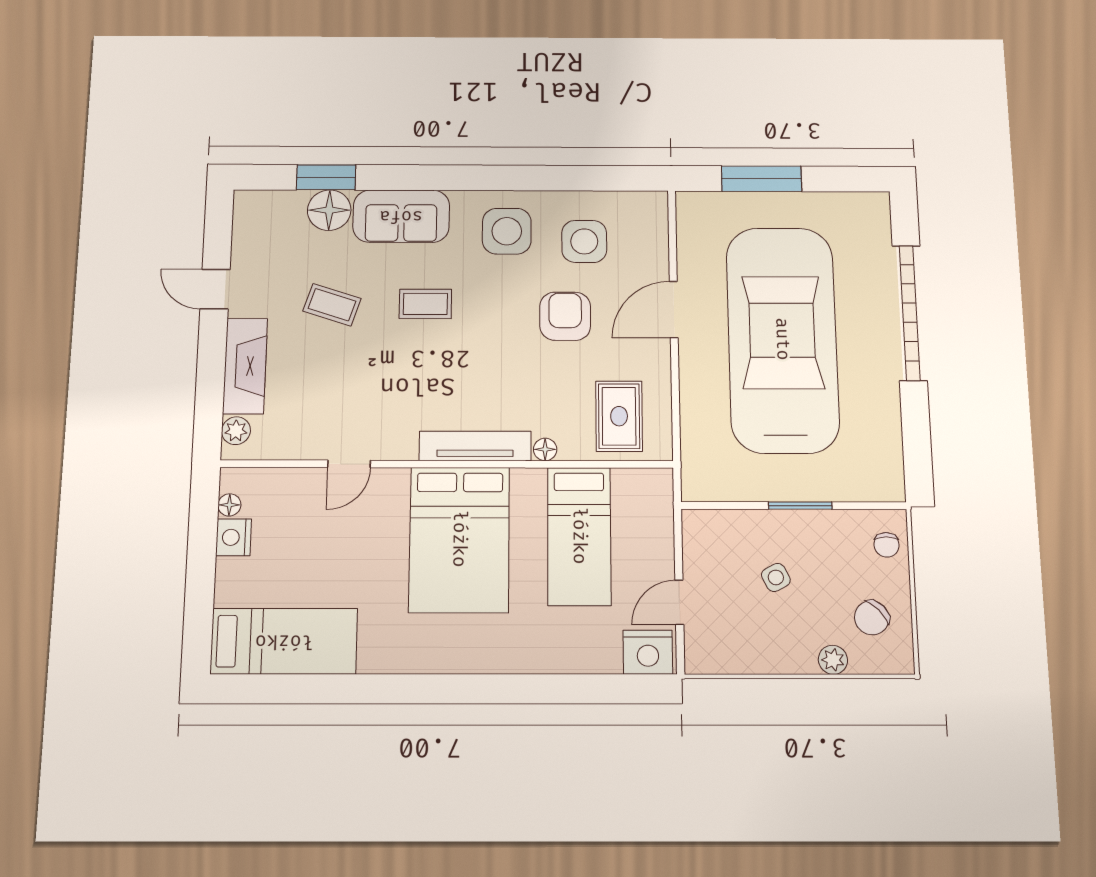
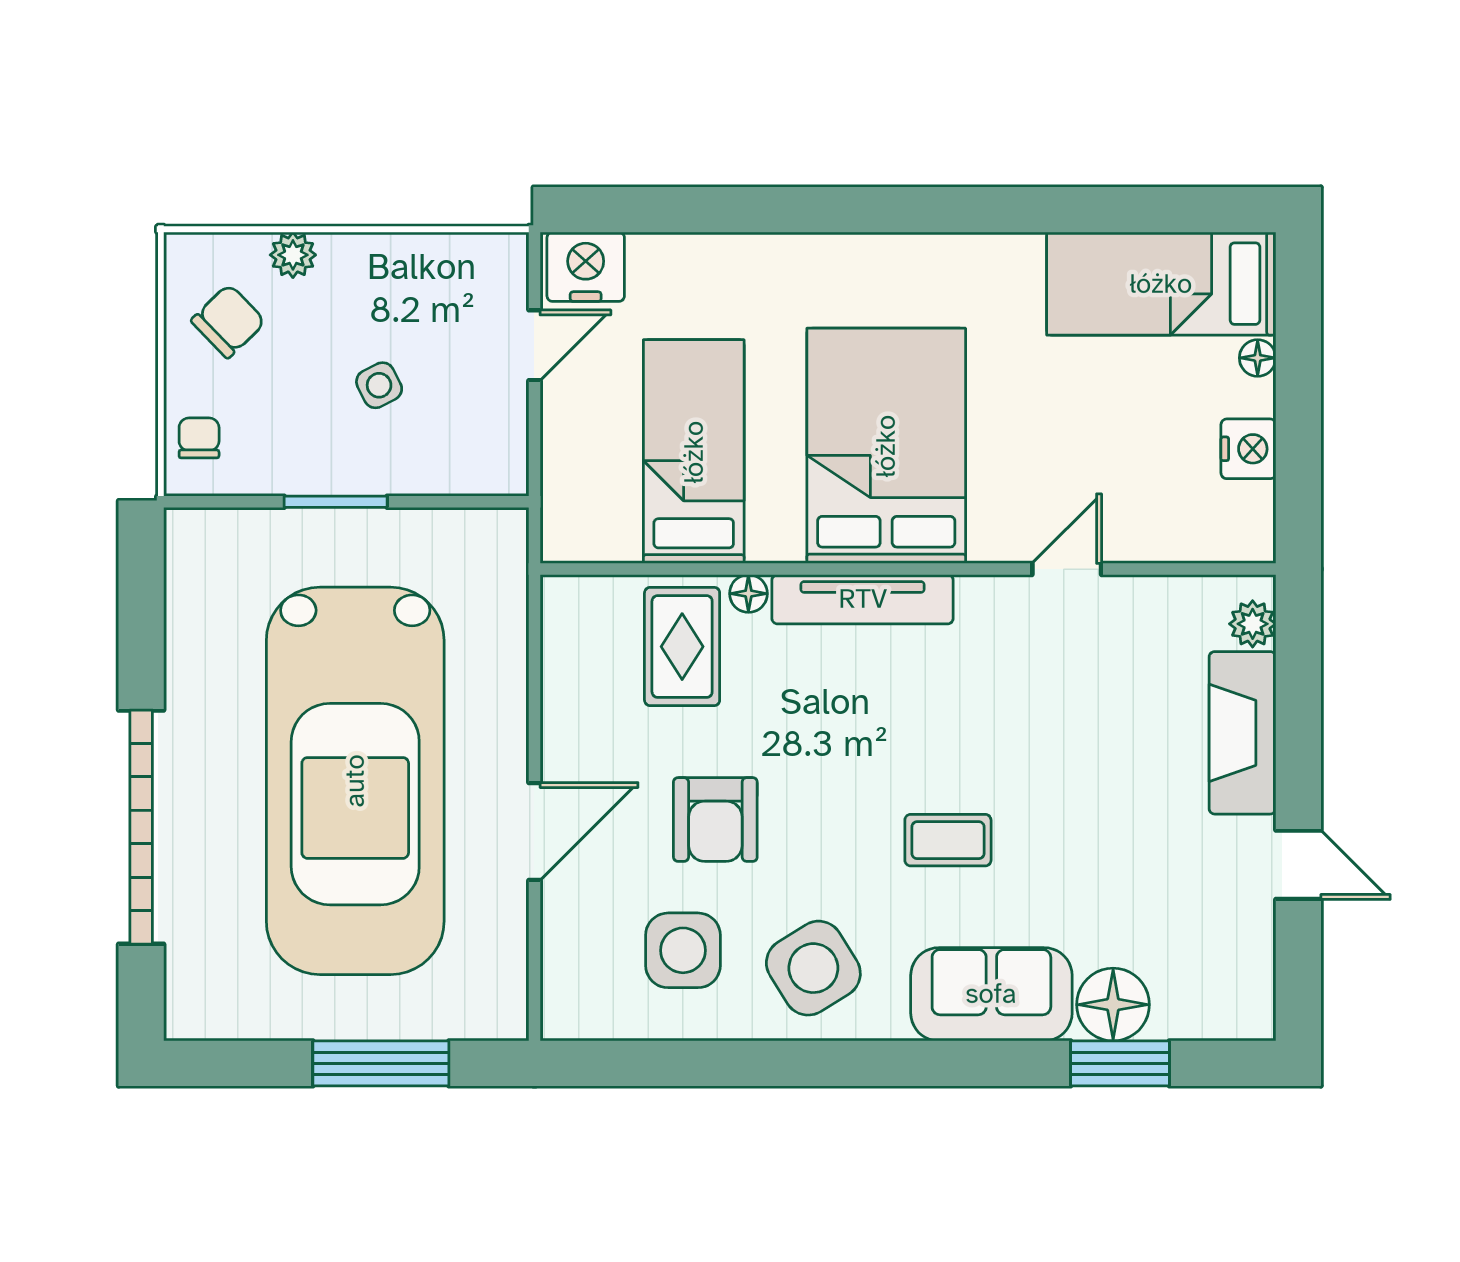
side table: (507, 231) -> (813, 968), turned -32
coffee table: (332, 305) -> (1103, 838), removed
rug: (619, 416) -> (682, 647), moved
floor lamp: (229, 505) -> (1258, 358), moved

